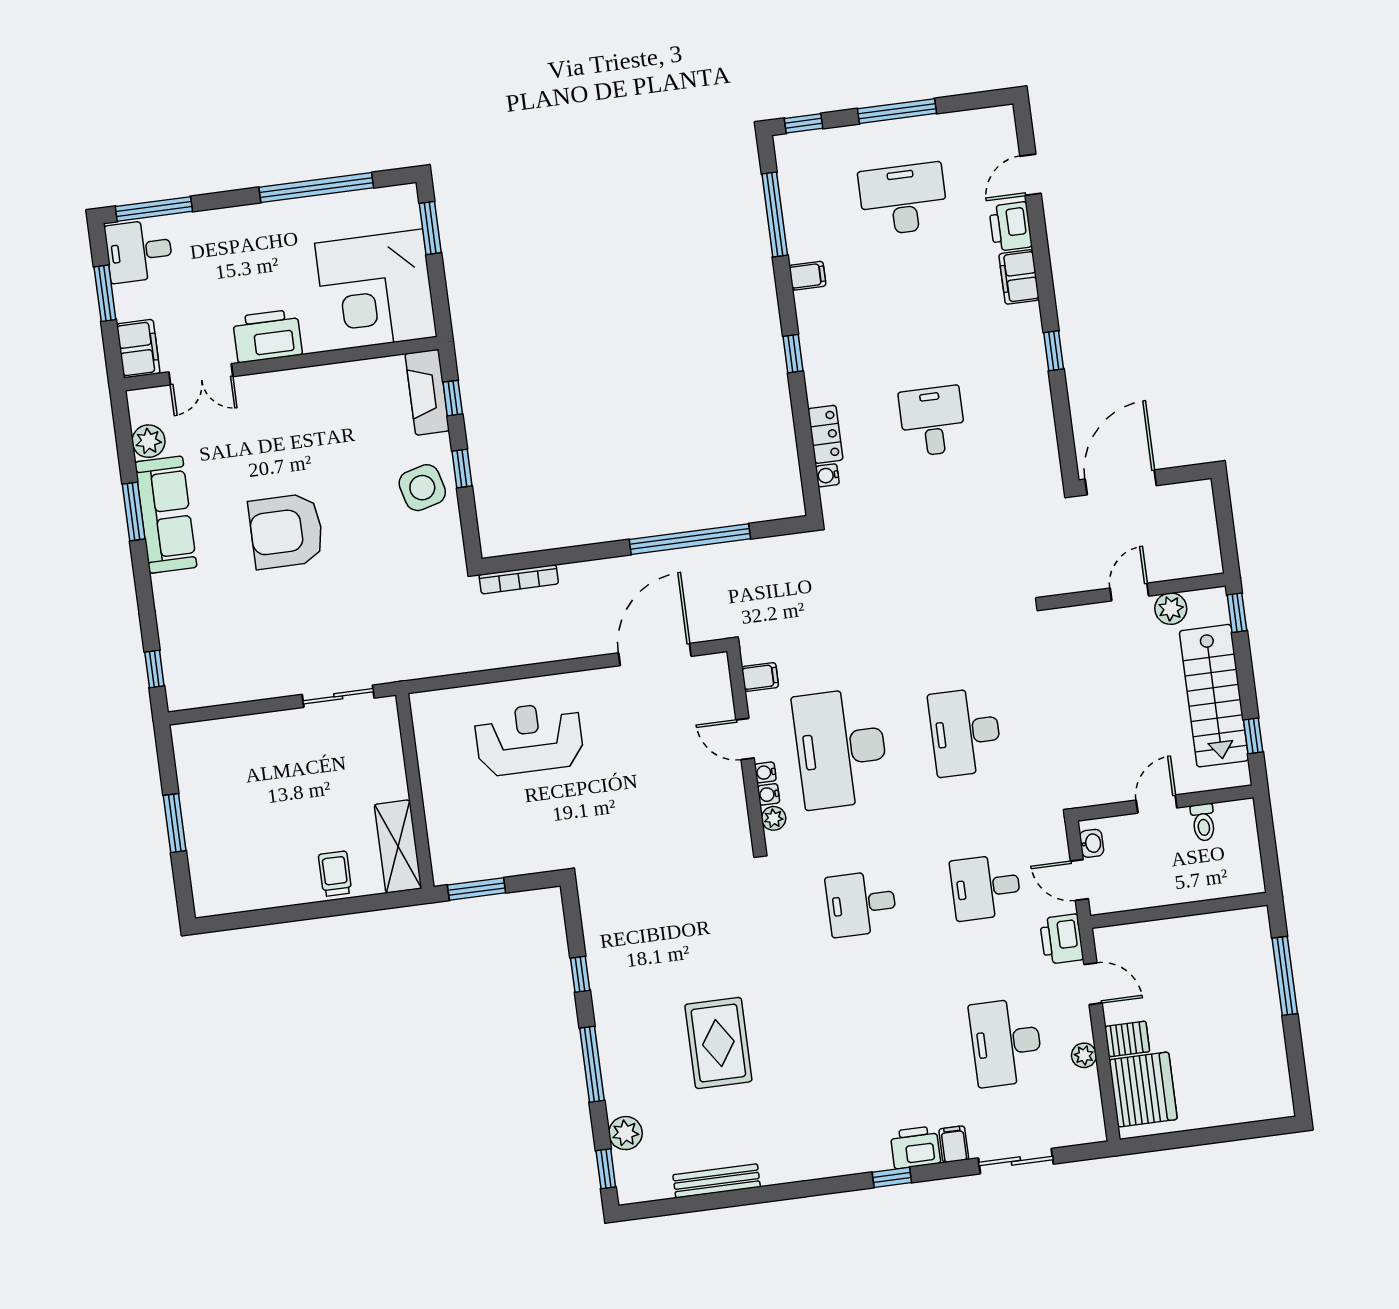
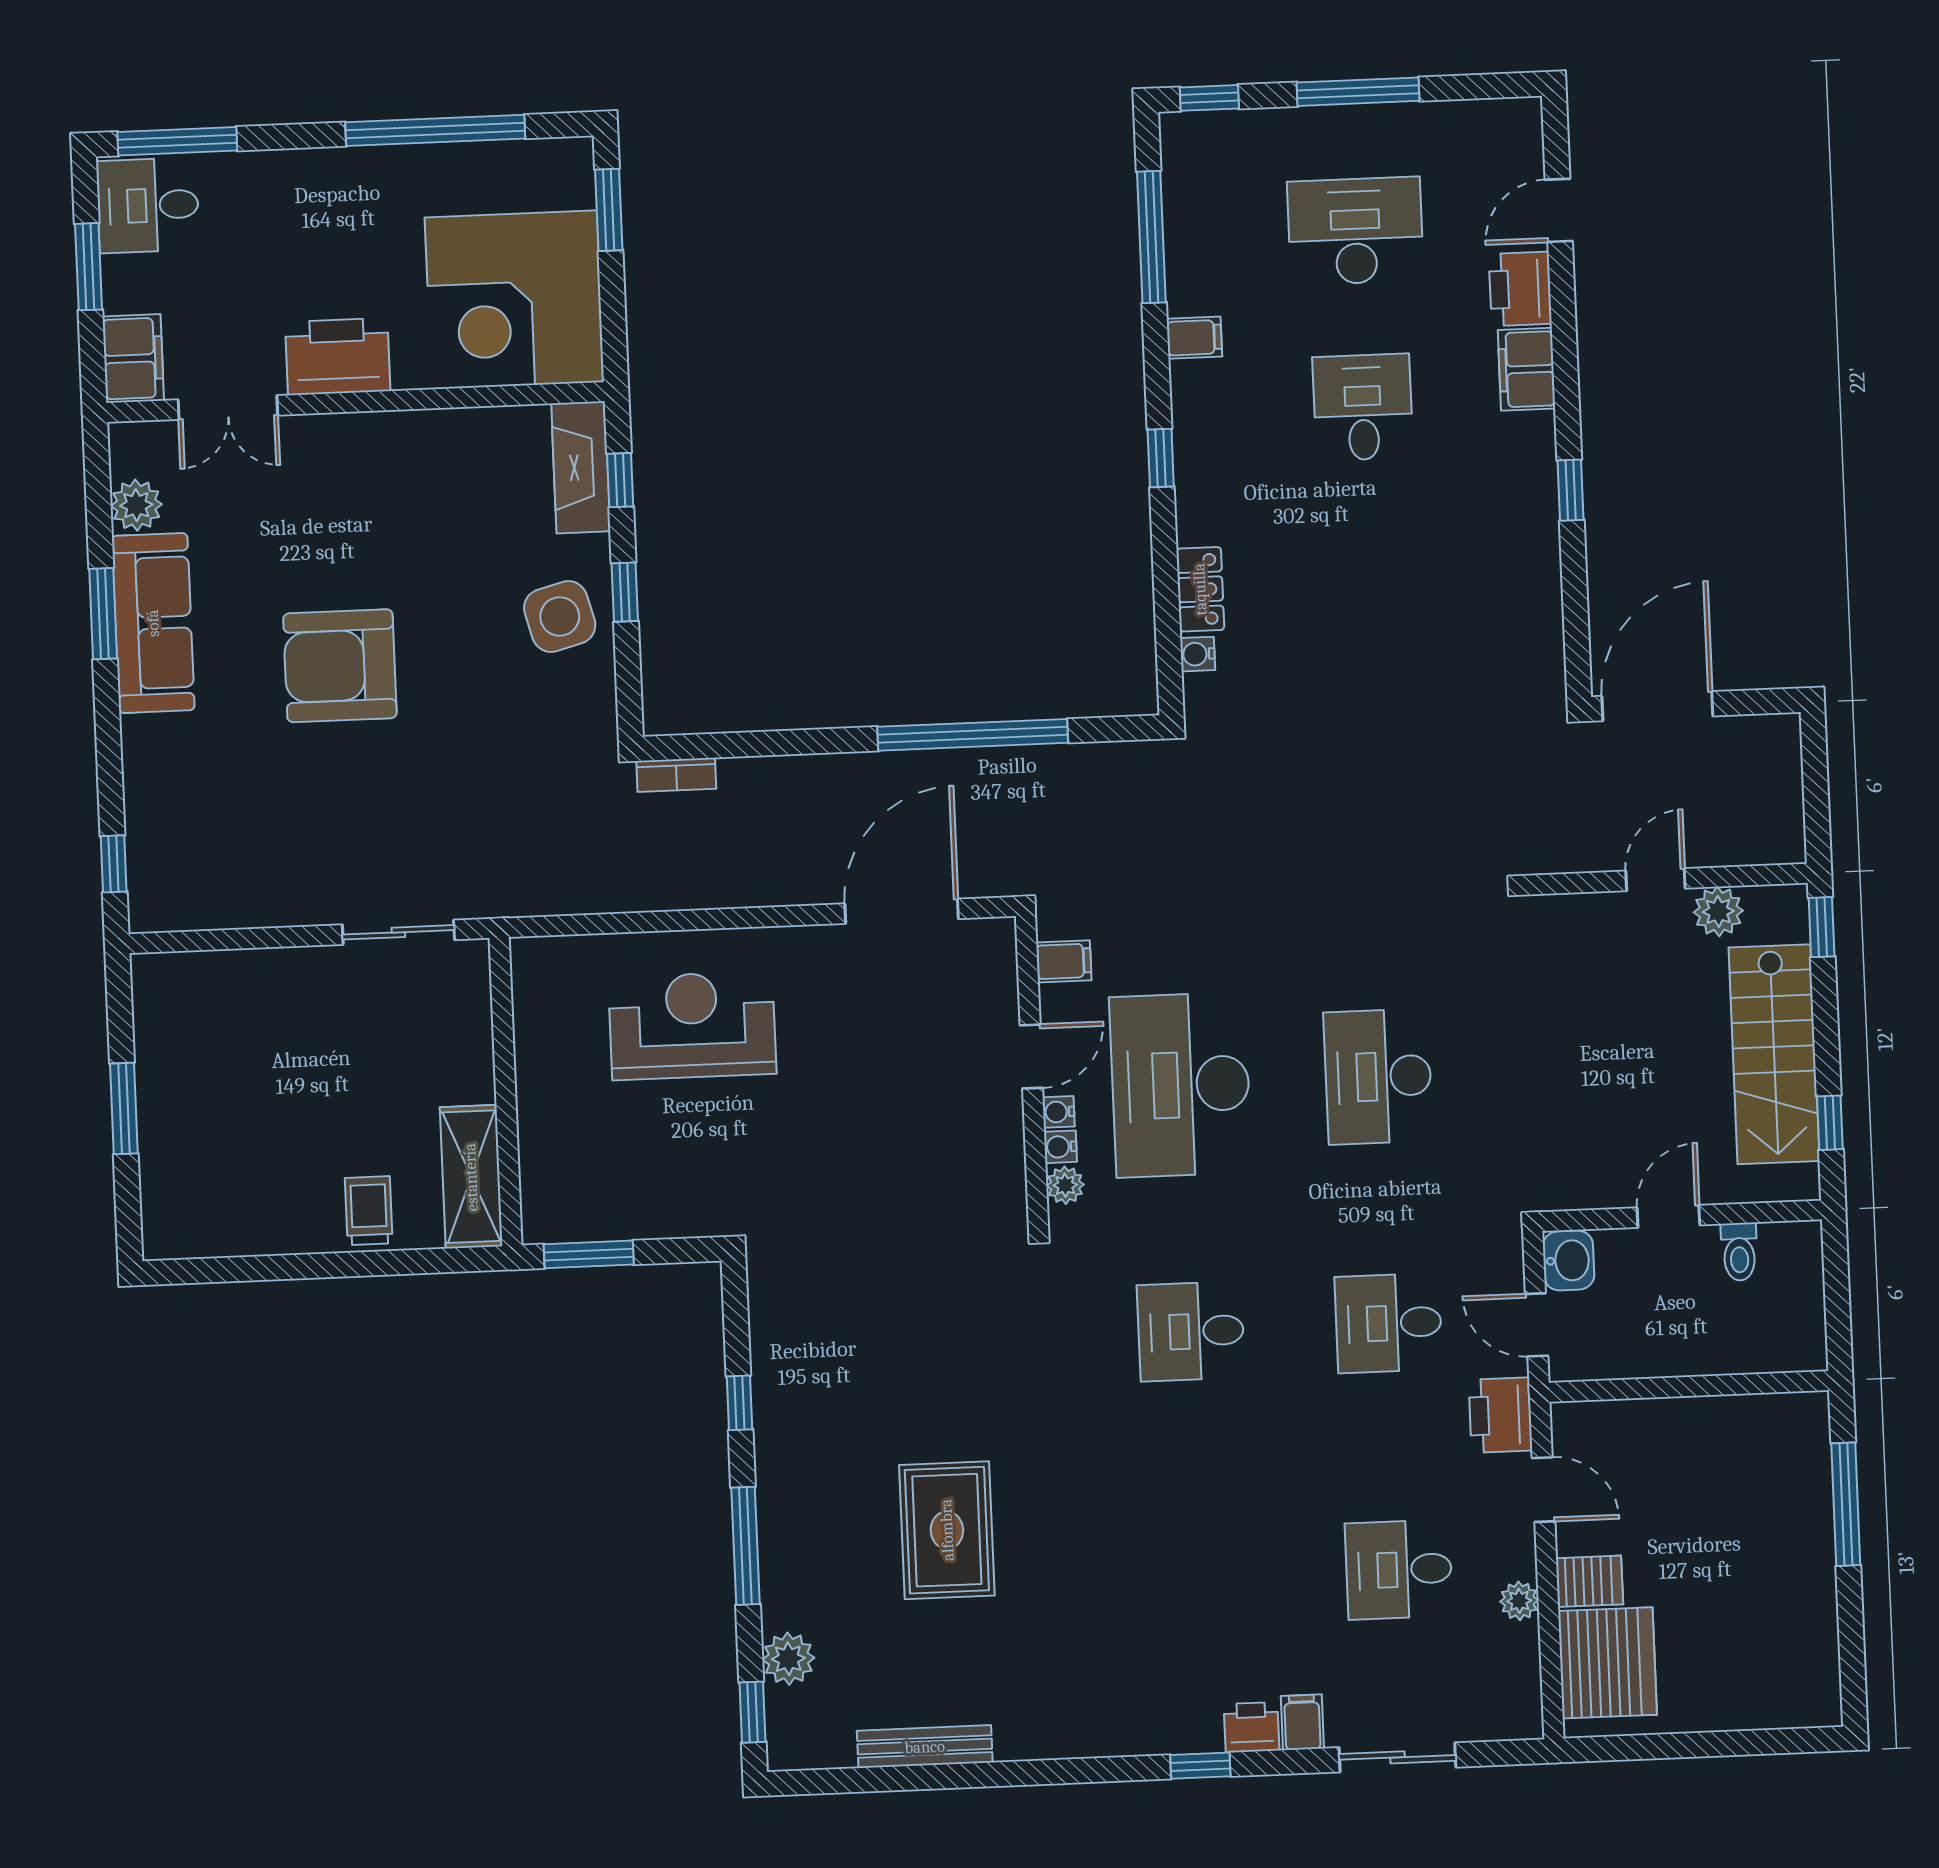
desk: (932, 421) -> (1363, 407), moved
bookcase: (519, 579) -> (676, 775), width x0.64
door: (745, 739) -> (1031, 1057), swing flipped
washbasin: (1092, 843) -> (1569, 1260), width x1.38, depth x1.45
desk: (1006, 1042) -> (1399, 1570), width x0.73
printer: (915, 1147) -> (1252, 1727), width x0.73, depth x0.81

